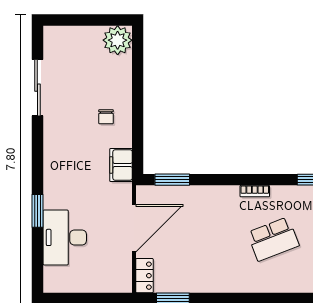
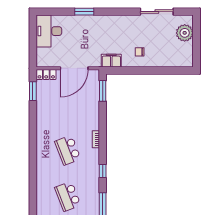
plant: (118, 40) -> (185, 33), moved
door: (134, 228) -> (74, 68), hinge flipped
desk: (65, 237) -> (49, 31), moved, turned -90

